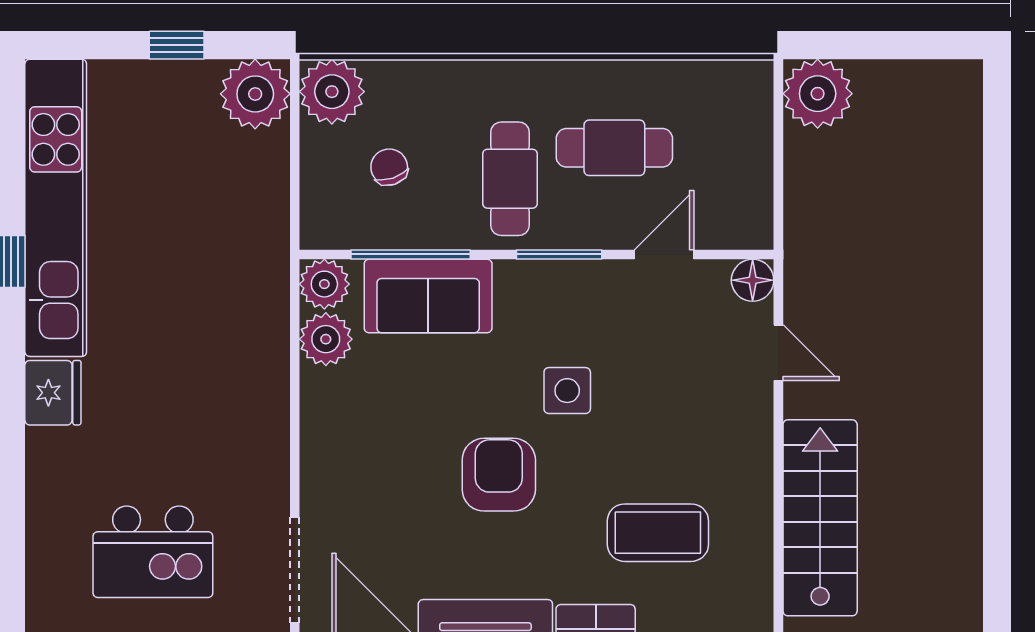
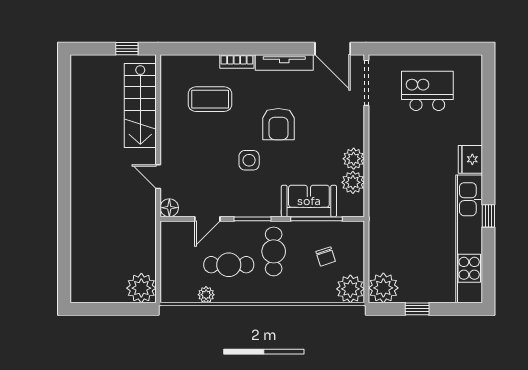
plant: (667, 78) -> (206, 295), added
plant: (324, 284) -> (354, 159), moved

